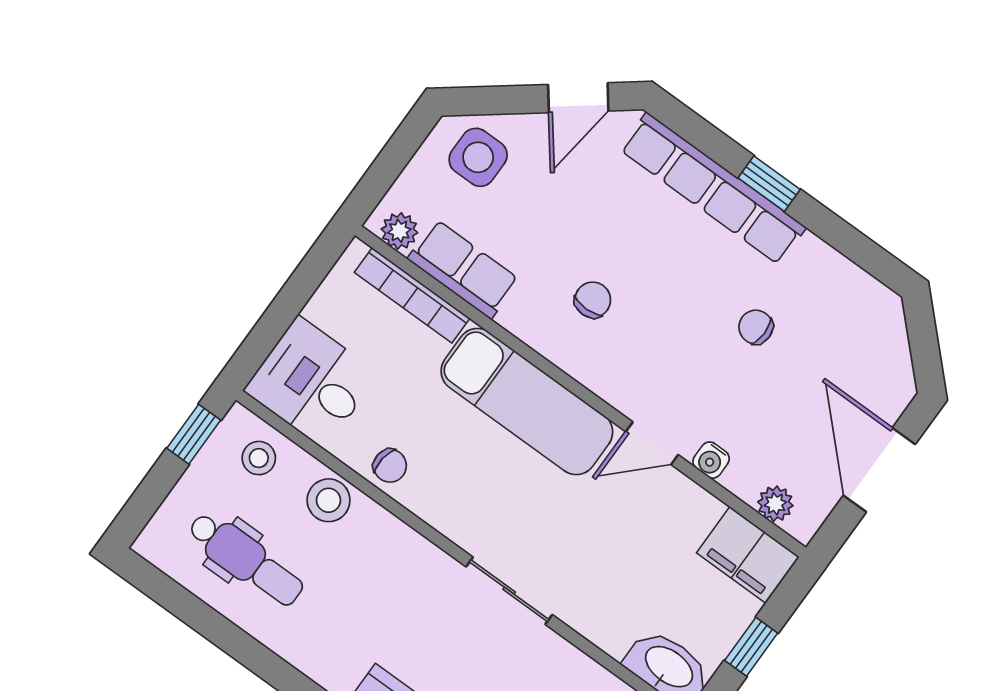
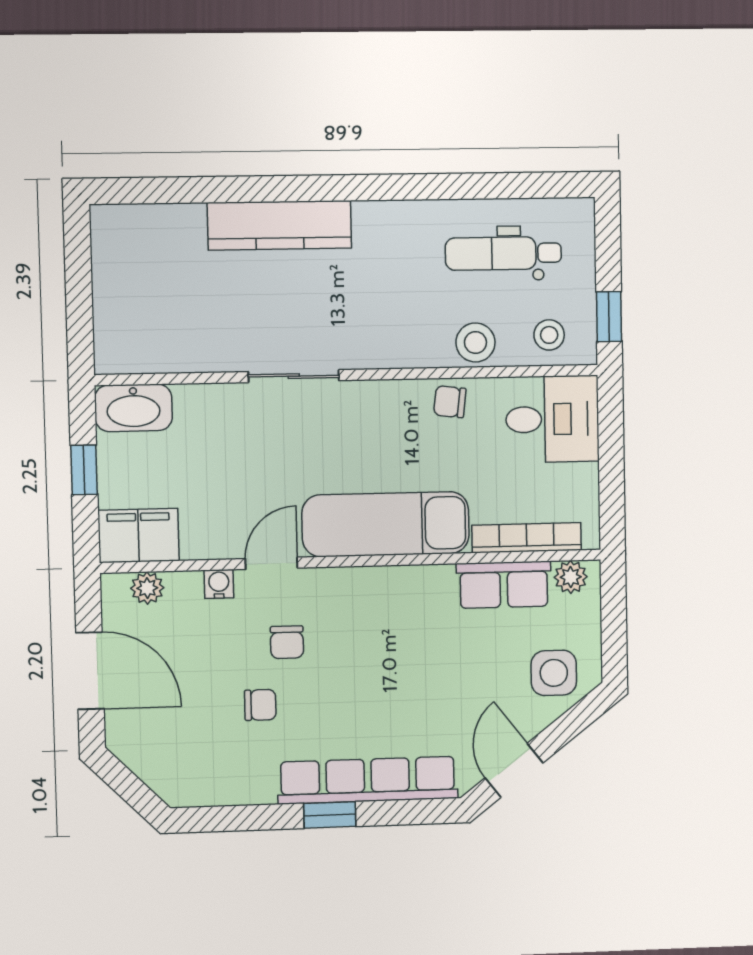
chair: (593, 300) -> (287, 642), moved

